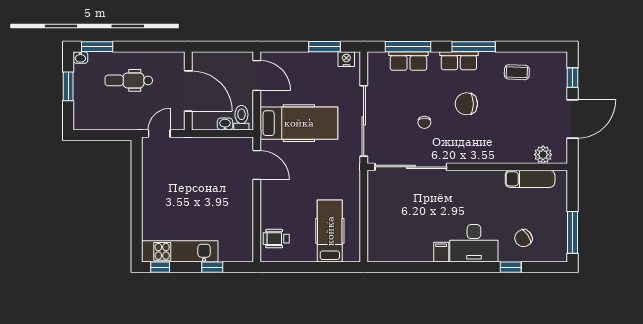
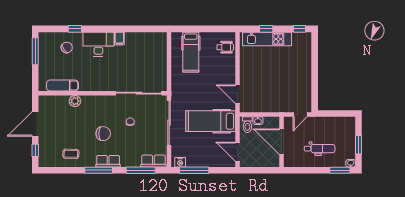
window: (325, 47) -> (194, 170), width x1.44
row of seats: (408, 61) -> (153, 161), moved
plant: (543, 155) -> (75, 101), moved
kitchen unit: (180, 251) -> (267, 39), moved

